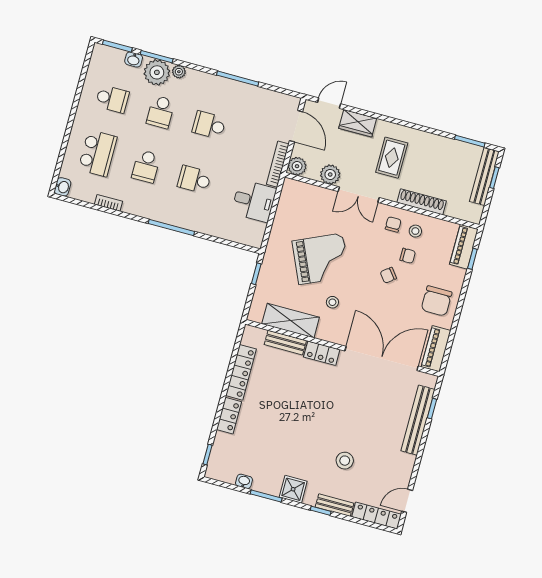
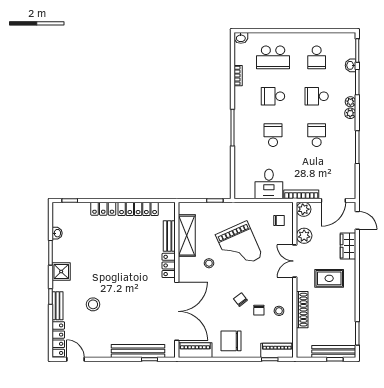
plant: (157, 72) -> (350, 113), moved, width x0.53, depth x0.53
chair: (393, 224) -> (279, 220), moved

